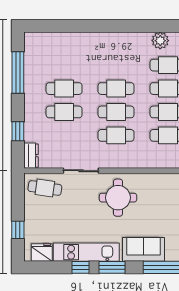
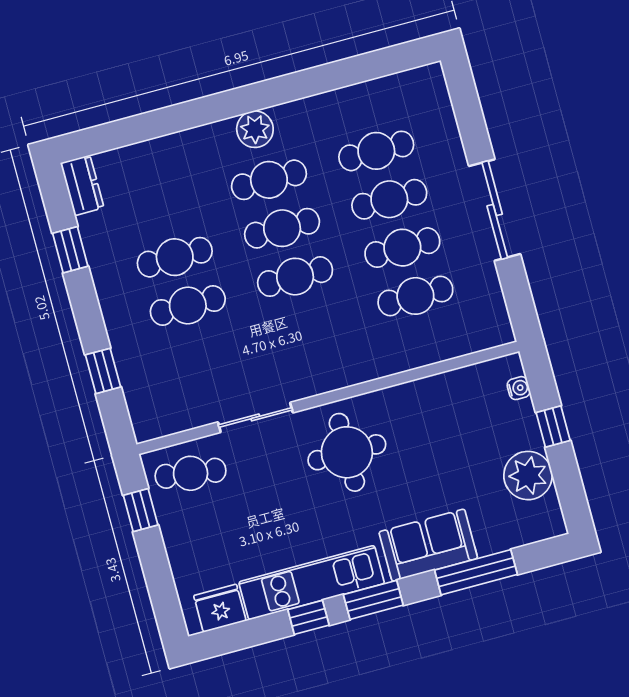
plant: (160, 41) -> (255, 129), moved
window: (18, 72) -> (70, 250), width x0.46
cafe table: (116, 135) -> (269, 180), moved
dresser: (31, 156) -> (82, 185), moved
window: (18, 230) -> (141, 510), moved

